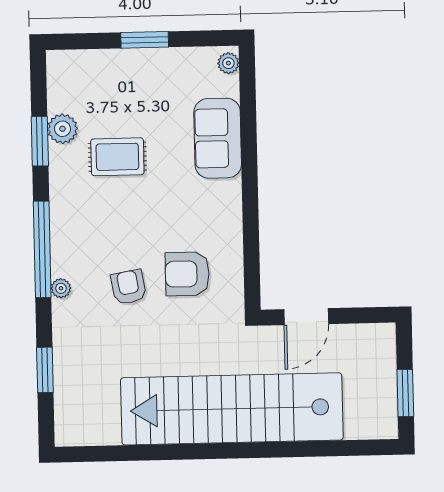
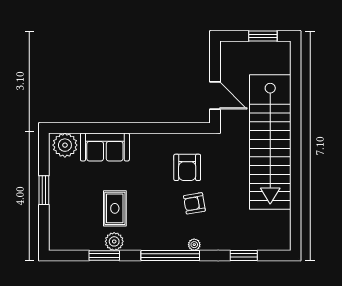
plant: (228, 63) -> (65, 145), width x1.88, depth x1.88
plant: (63, 129) -> (114, 241), moved

